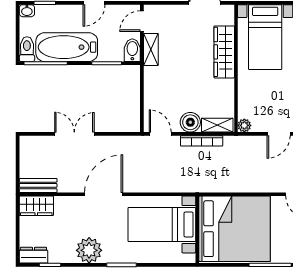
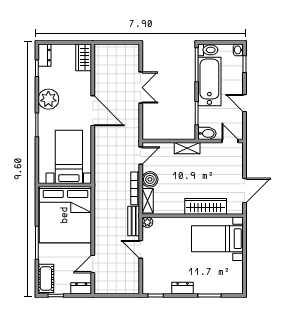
shelving: (151, 49) -> (187, 148), moved
bench: (38, 185) -> (134, 221), moved

